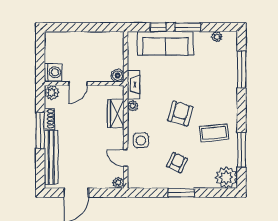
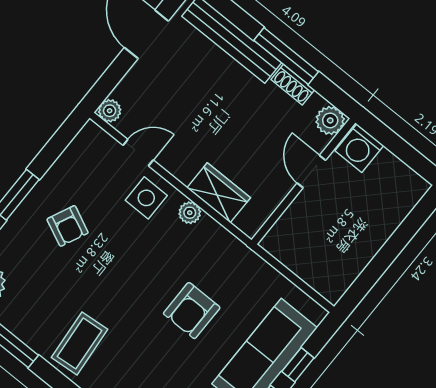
boiler: (118, 76) -> (274, 243), removed
fireplace: (133, 85) -> (241, 256), removed
plant: (133, 106) -> (190, 213), moved
armchair: (180, 114) -> (192, 311), moved, turned 74
coffee table: (214, 133) -> (79, 343), moved

